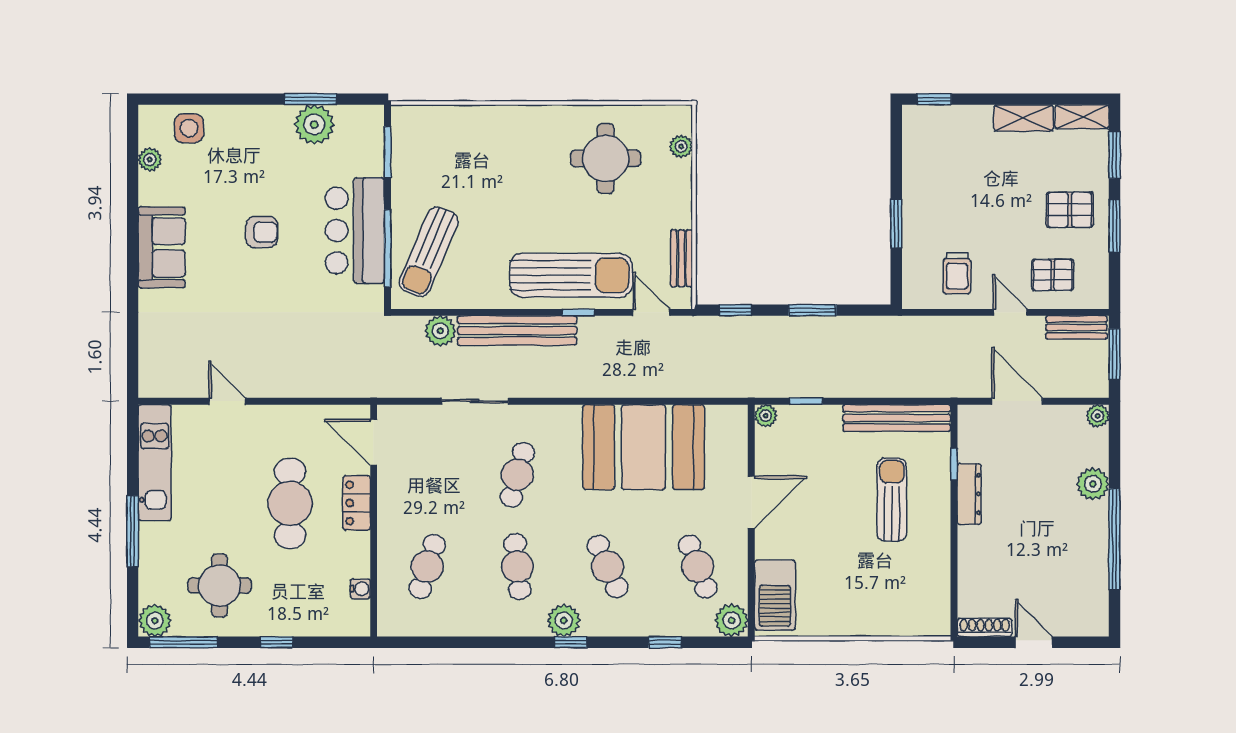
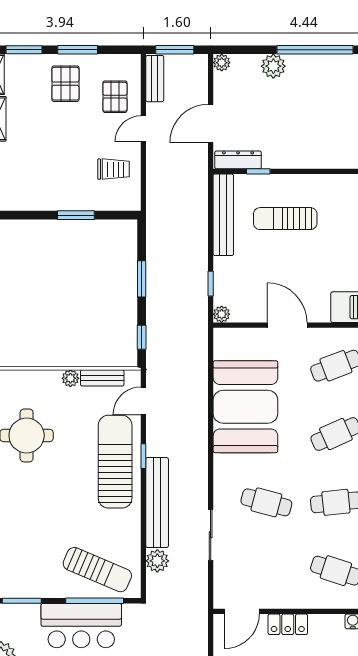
plant: (681, 146) -> (70, 378), moved
dresser: (969, 494) -> (238, 160), moved

